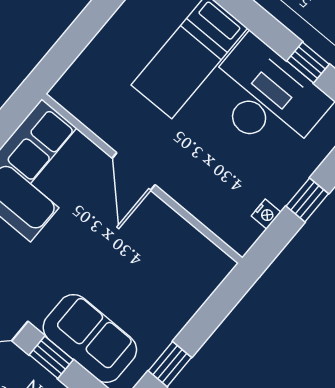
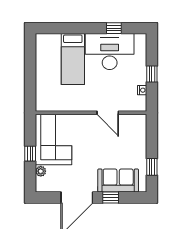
door: (134, 171) -> (108, 113), moved

